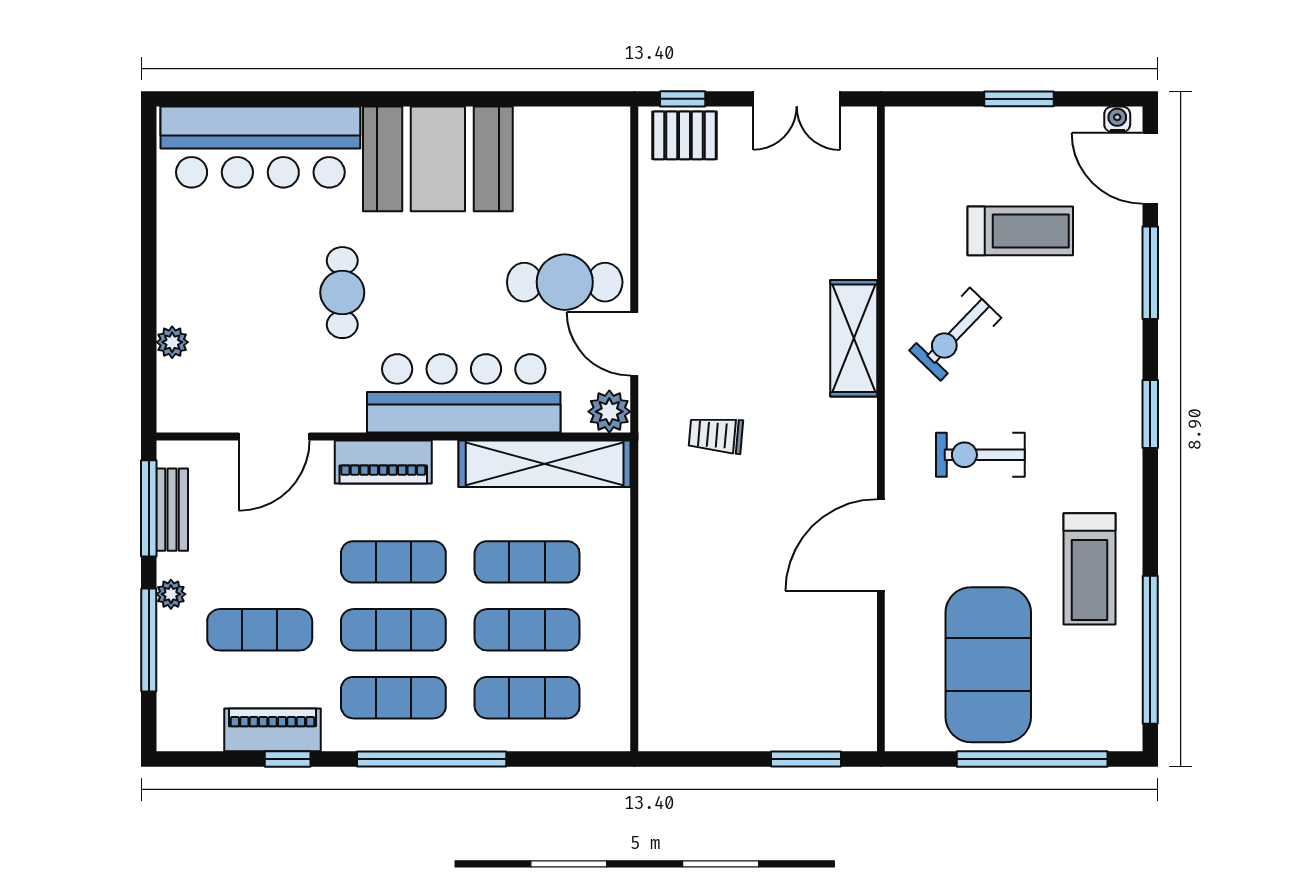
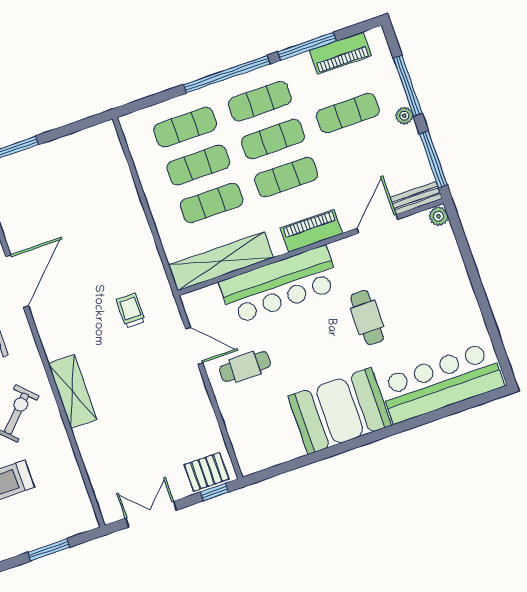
window: (1019, 99) -> (49, 550), moved
cafe table: (565, 282) -> (245, 367), width x0.73, depth x0.74
plant: (172, 342) -> (438, 216), moved
plant: (609, 412) -> (195, 303), removed
trolley: (716, 435) -> (131, 311), turned -95
bench: (172, 510) -> (416, 198), moved, turned 90
piano: (273, 730) -> (340, 53), moved
window: (288, 759) -> (307, 46), width x2.17

